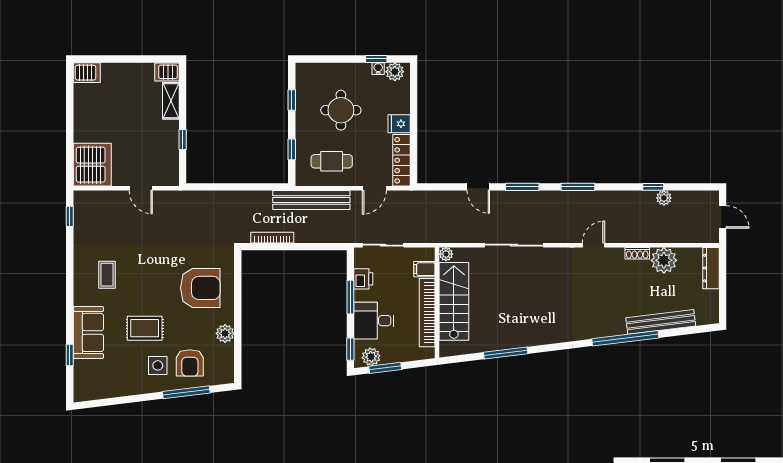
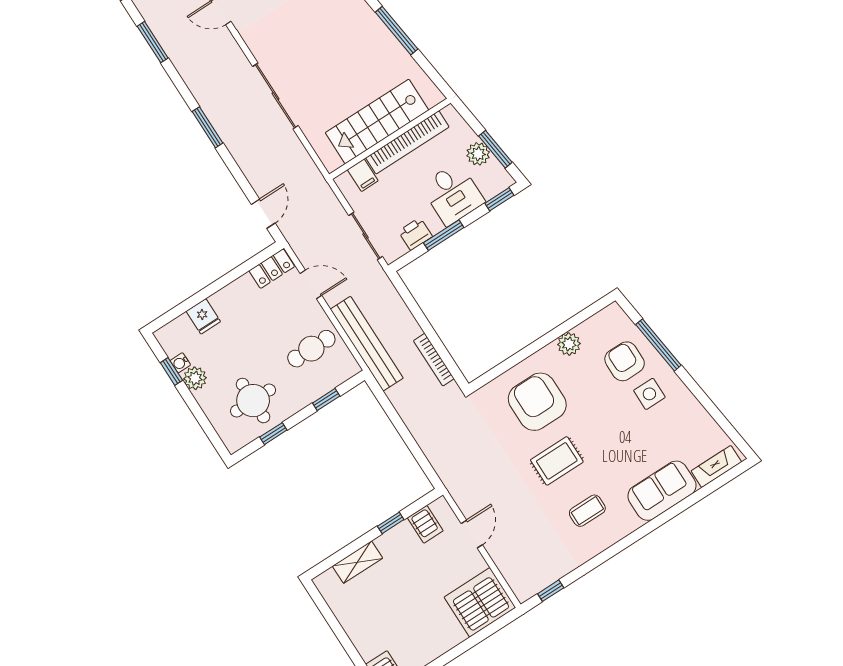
server rack: (167, 72) -> (425, 524), moved
plant: (395, 72) -> (195, 378), moved
round table: (341, 110) -> (253, 401), moved
fridge: (399, 124) -> (203, 316), moved
locker: (401, 160) -> (272, 269), width x0.66
cafe table: (332, 161) -> (311, 349), turned 90
door: (478, 187) -> (263, 214), moved
window: (578, 187) -> (153, 42), moved
plant: (446, 254) -> (332, 162), removed
rug: (145, 328) -> (557, 461), moved, turned 90
window: (70, 355) -> (699, 495), removed
plant: (371, 357) -> (478, 154), moved
armchair: (190, 363) -> (625, 361), turned -90
fireplace: (81, 379) -> (716, 466), added

